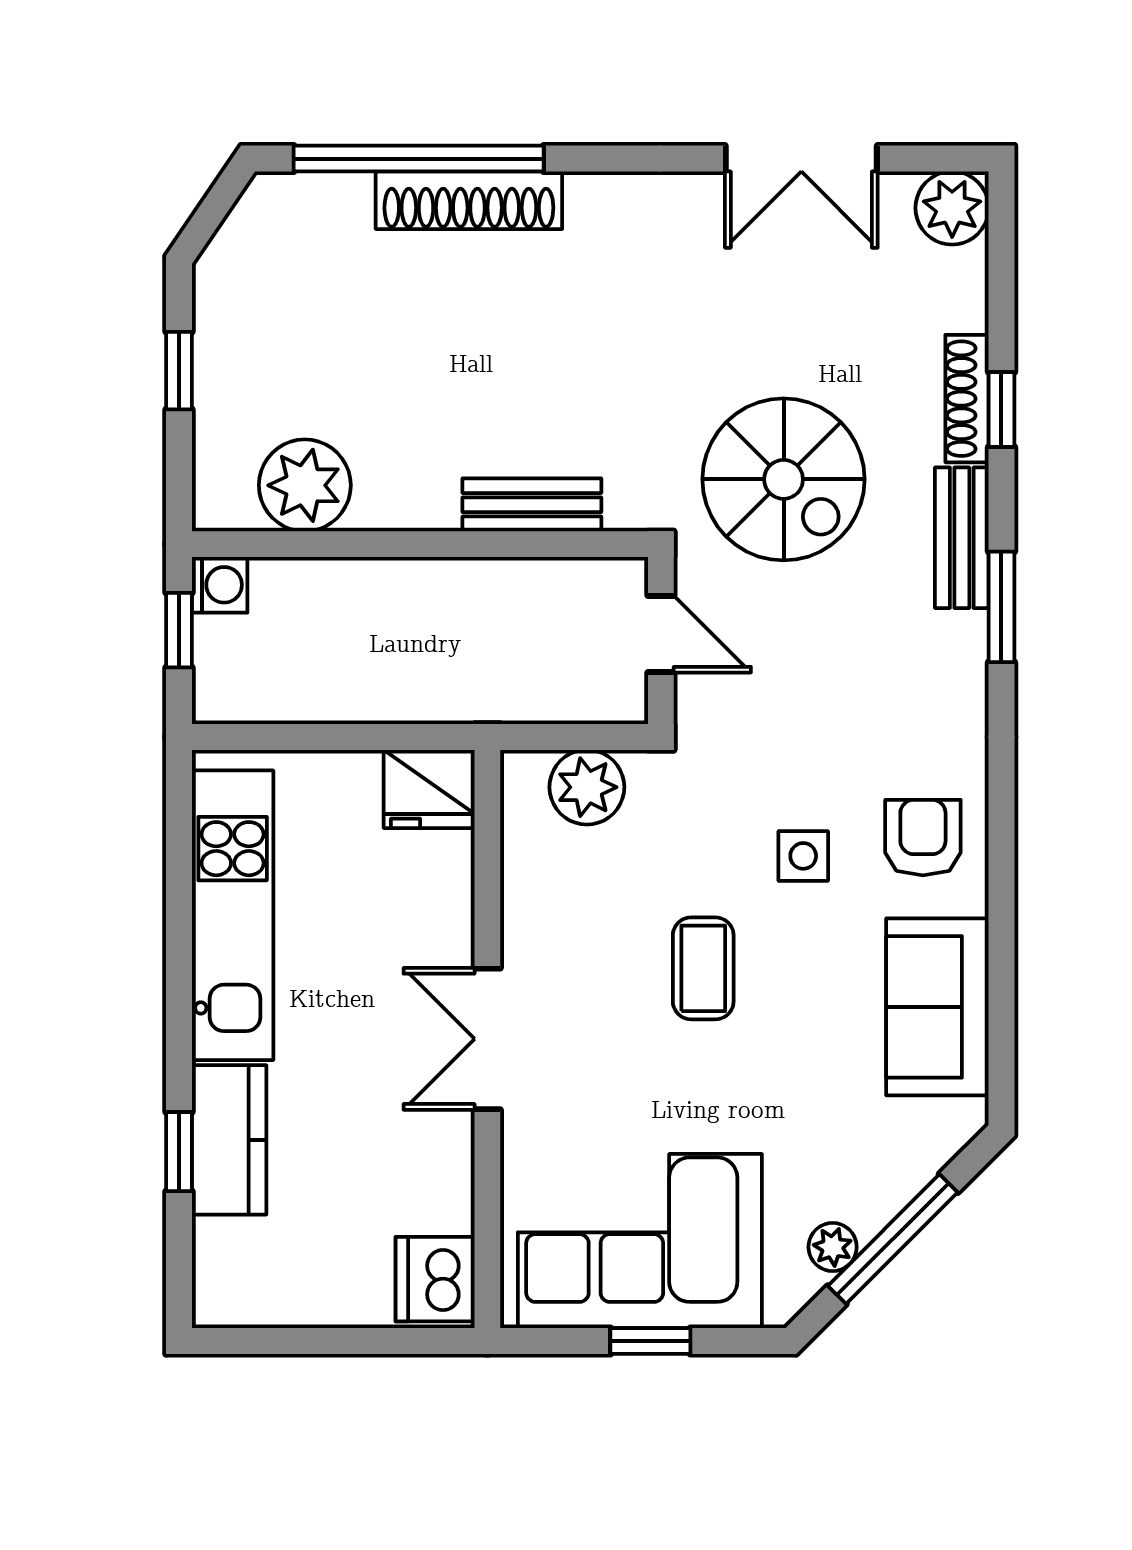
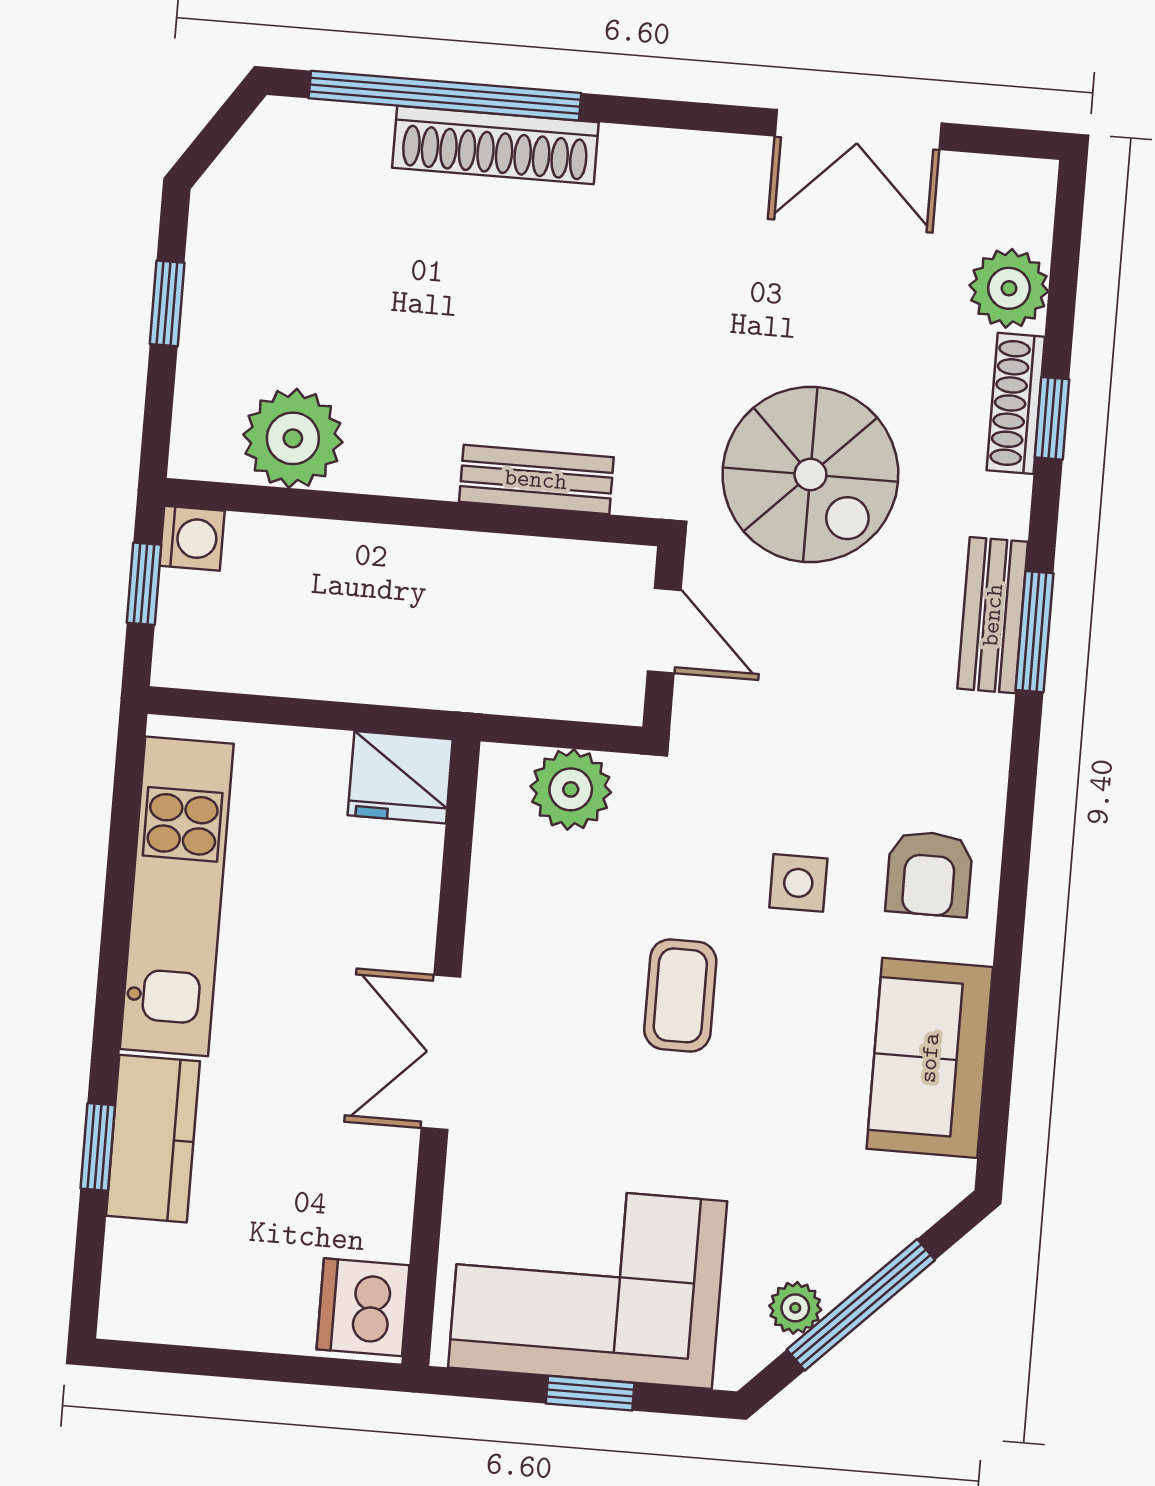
plant: (952, 208) -> (1009, 288), moved
bench: (962, 538) -> (993, 615), moved
armchair: (923, 838) -> (929, 874), turned 180

